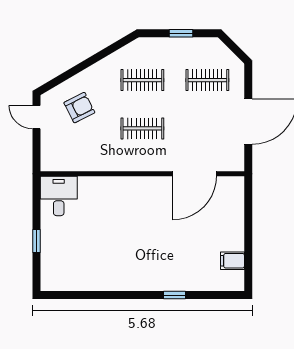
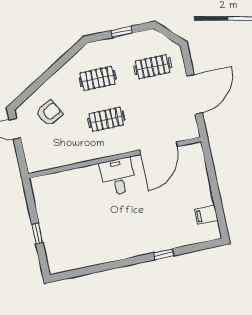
desk: (59, 196) -> (118, 176), moved

